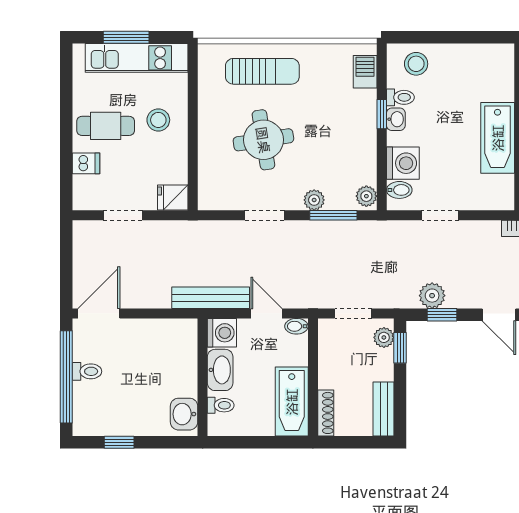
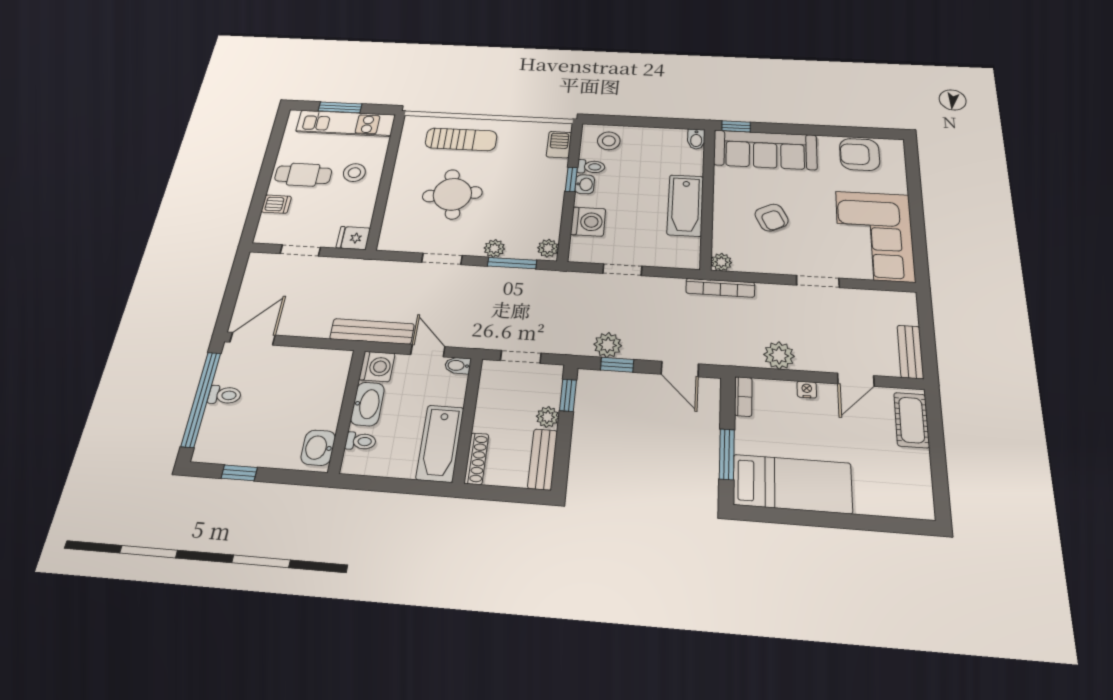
bidet: (399, 190) -> (696, 139), moved, turned 90
plant: (384, 337) -> (547, 417), moved

